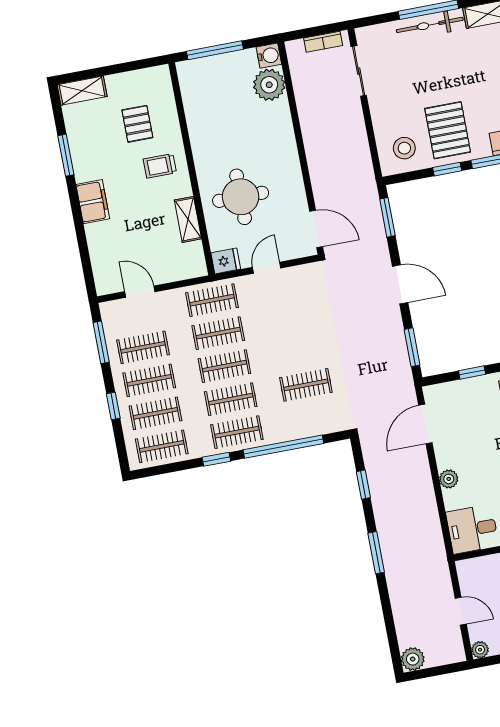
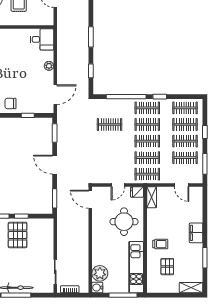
kitchen unit: (199, 111) -> (136, 267), added
stool: (404, 148) -> (40, 230), removed
shelving: (188, 219) -> (152, 197), moved

